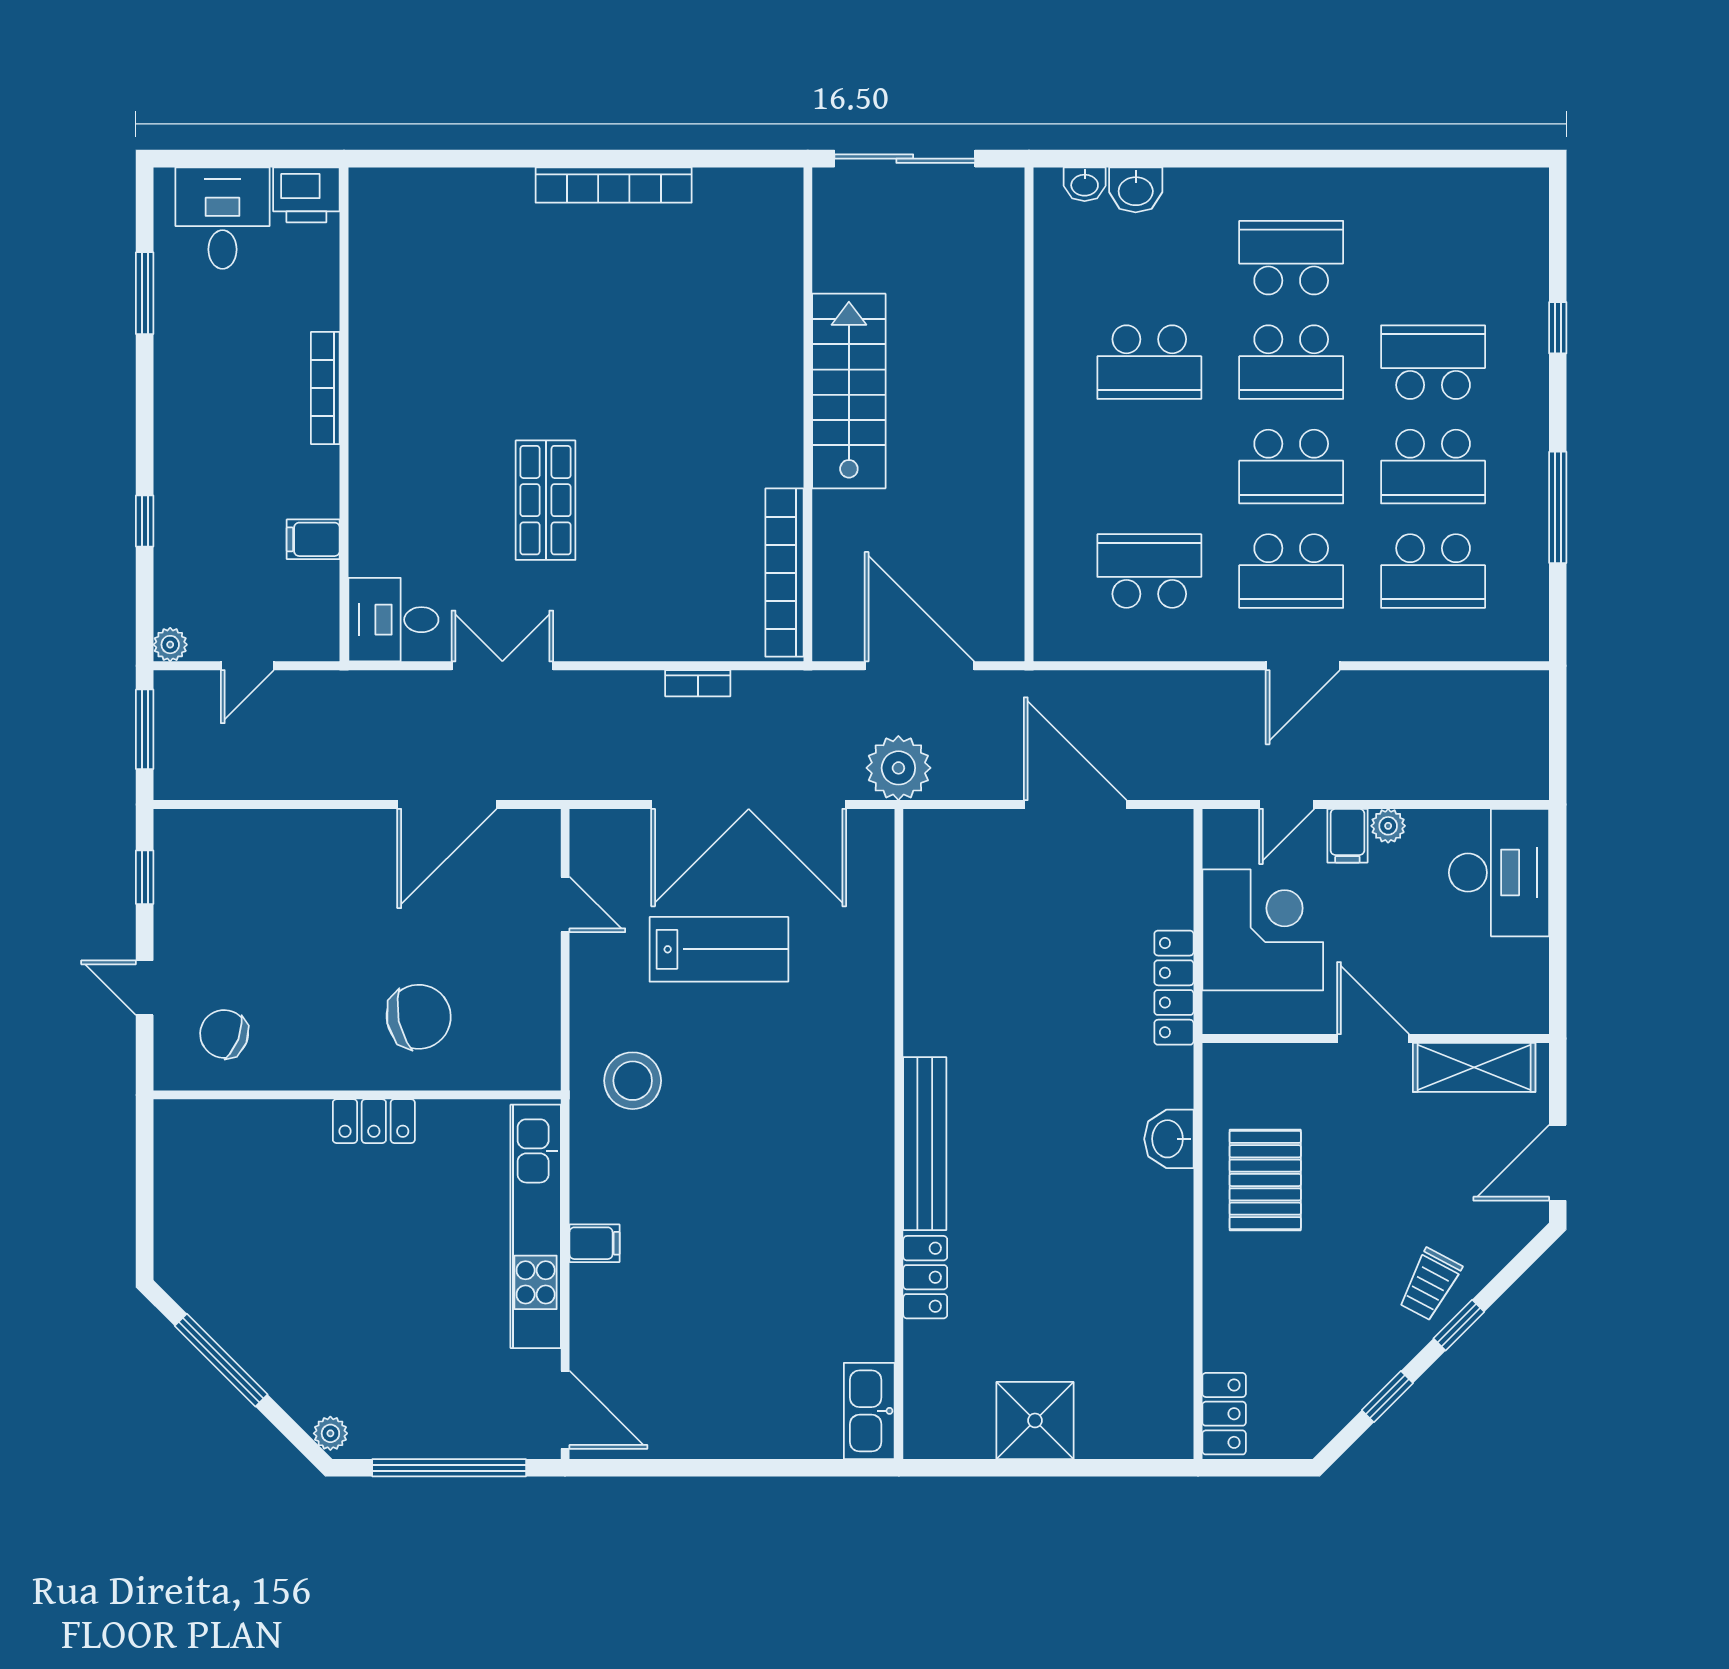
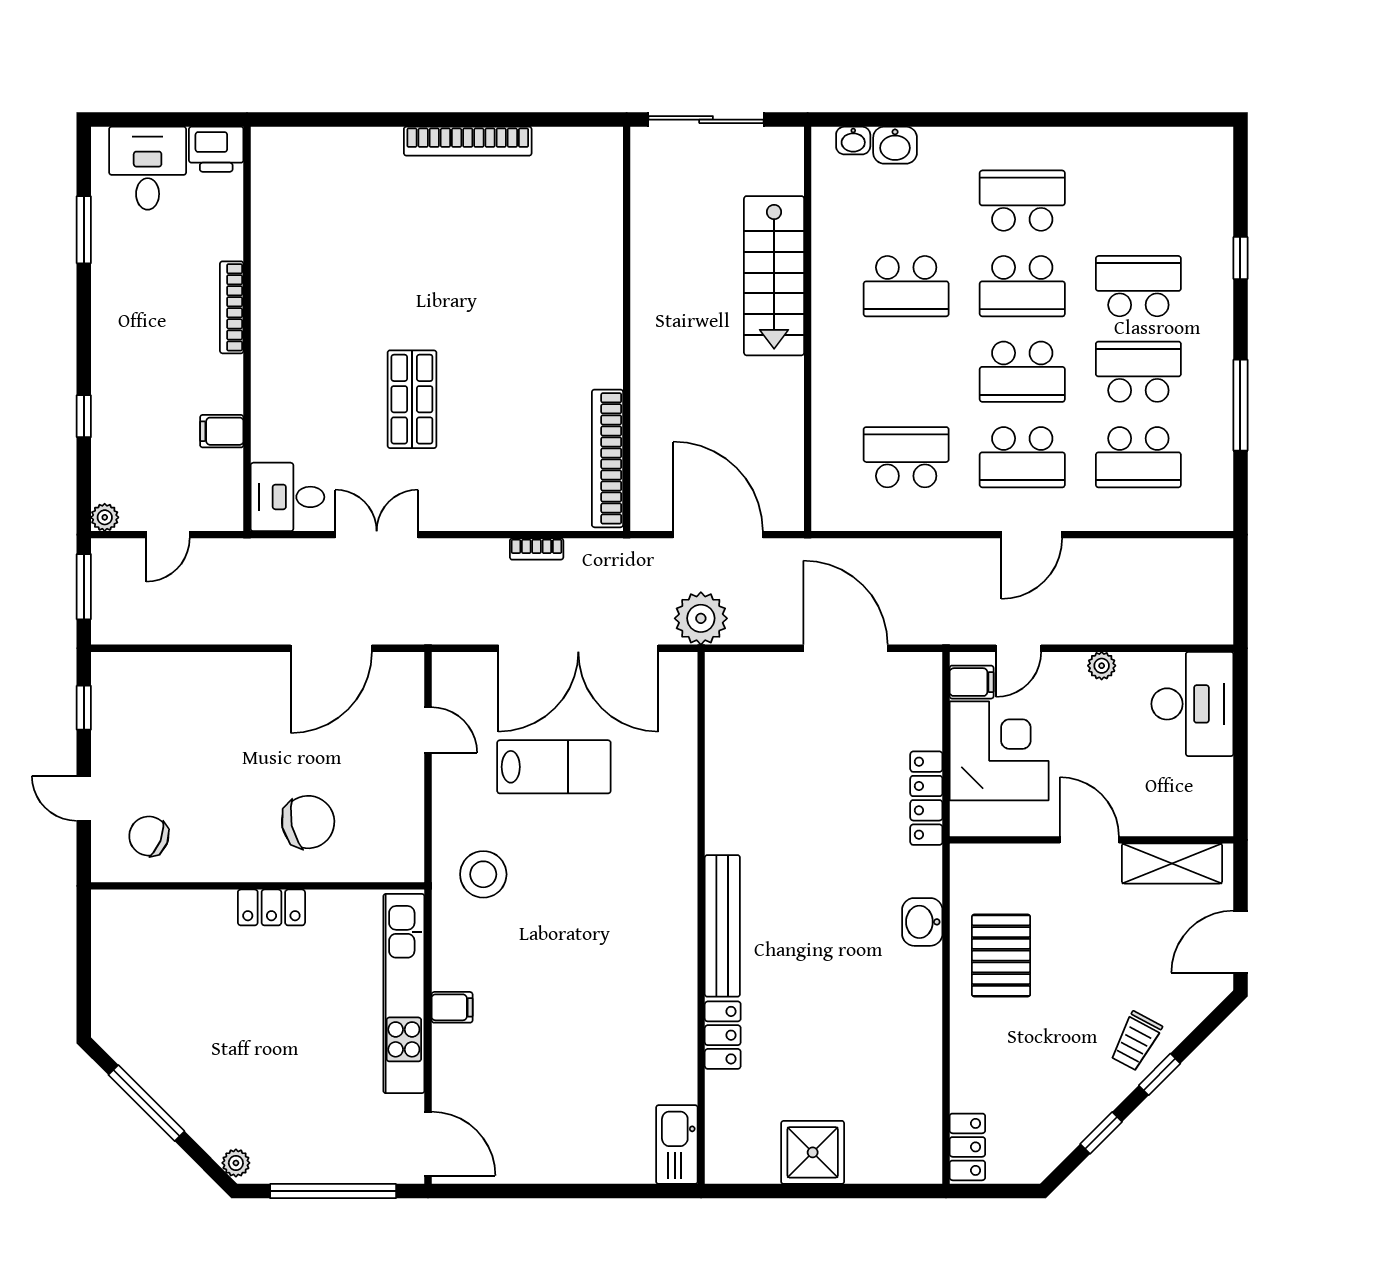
stairs: (849, 391) -> (774, 276), moved, turned 180
school desk: (1433, 467) -> (1138, 372), turned 180
filing cabinet: (1347, 836) -> (972, 682), moved, turned -90

